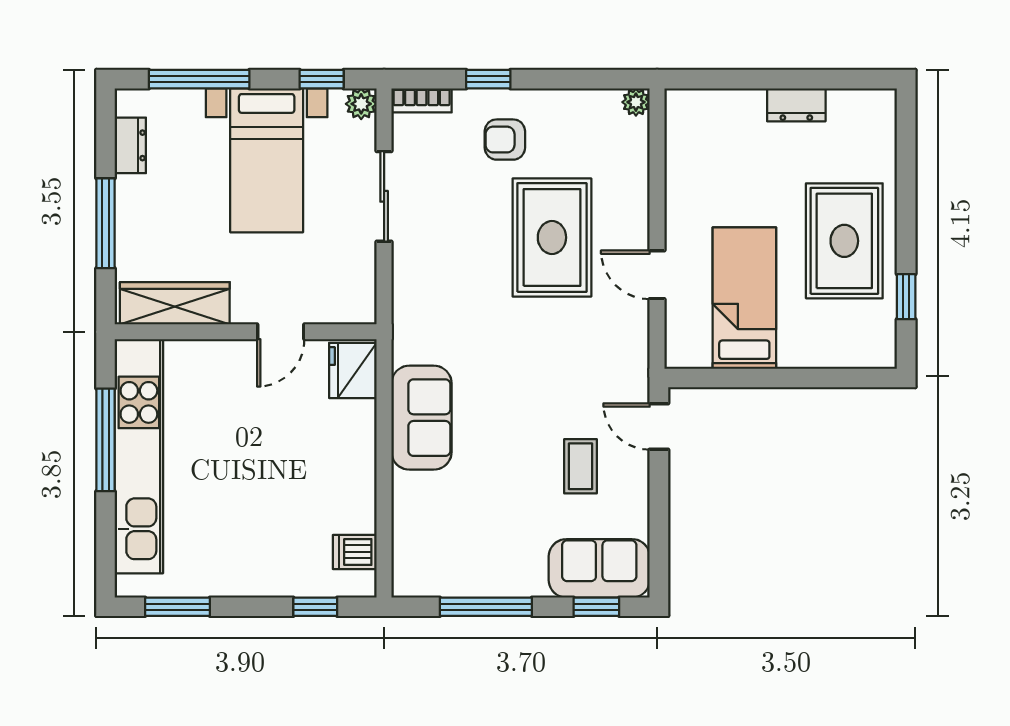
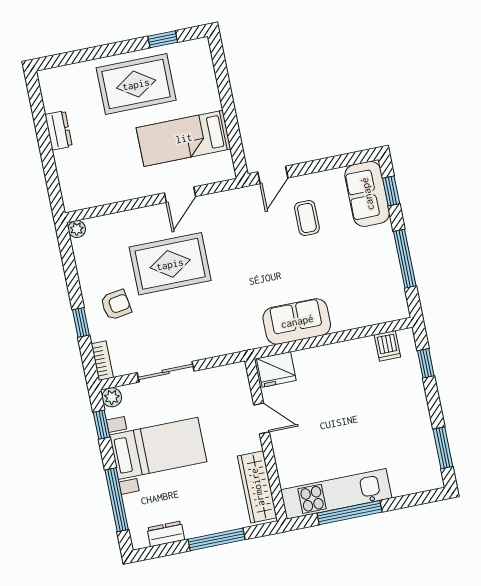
armchair: (505, 140) -> (116, 305), turned -99
kitchen unit: (139, 456) -> (336, 494), width x0.73
coffee table: (581, 466) -> (307, 218), turned 90

